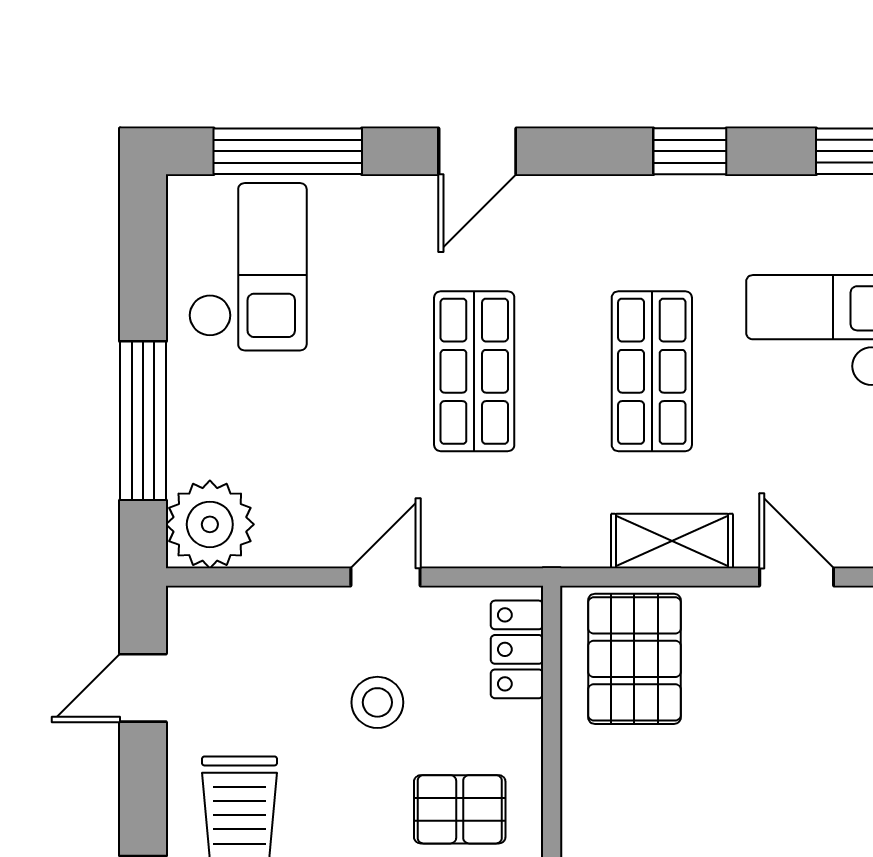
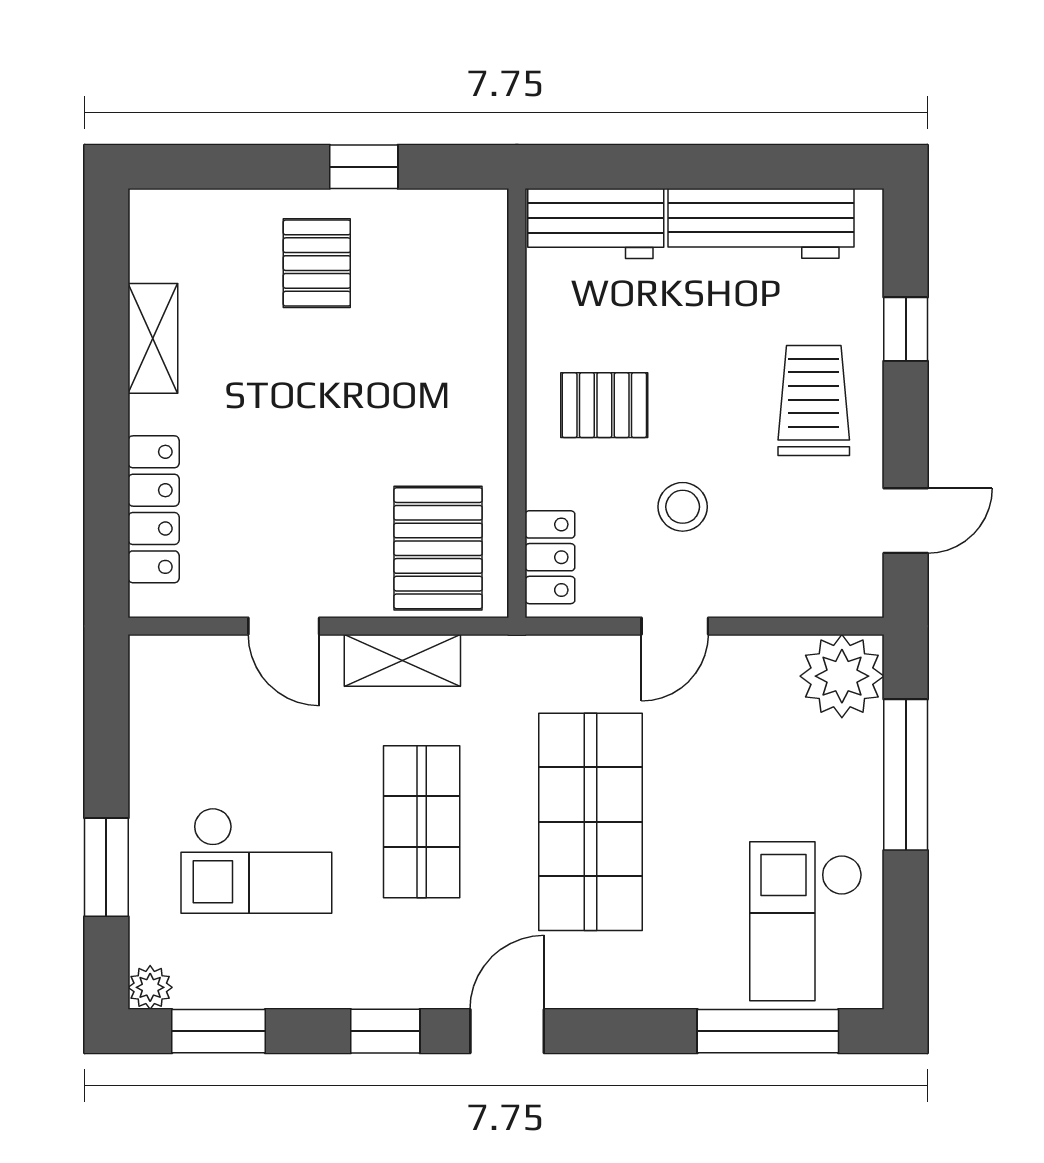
door: (477, 151) -> (507, 1031), moved
shop shelf: (474, 371) -> (590, 822), width x1.43, depth x1.36

